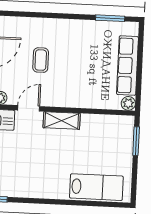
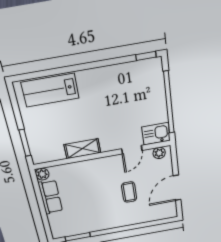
row of seats: (128, 66) -> (50, 197), width x0.68
shelving: (62, 121) -> (82, 149), moved

